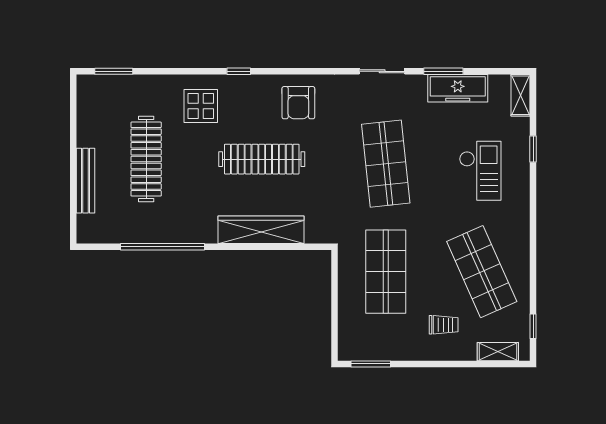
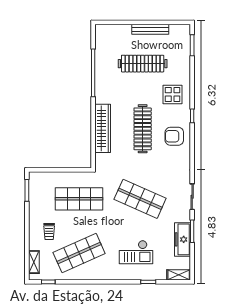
armchair: (298, 103) -> (174, 136), moved
shop shelf: (386, 164) -> (140, 199), turned 30
bench: (86, 181) -> (150, 29), moved

